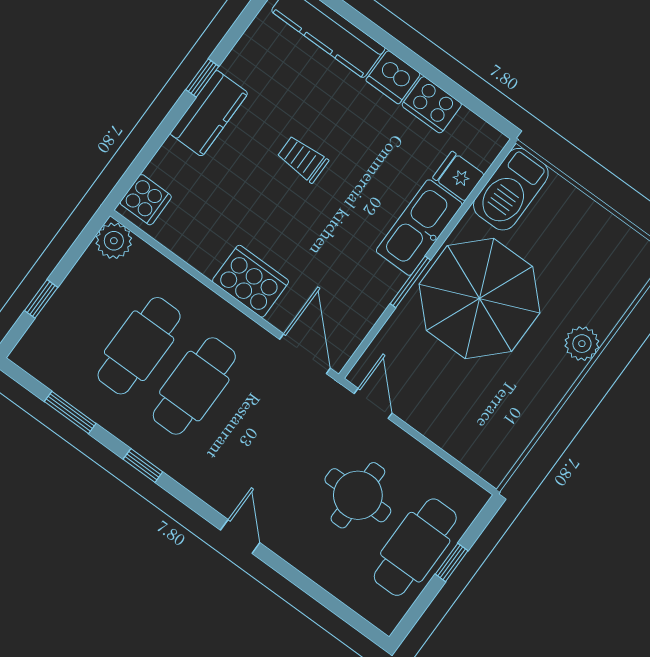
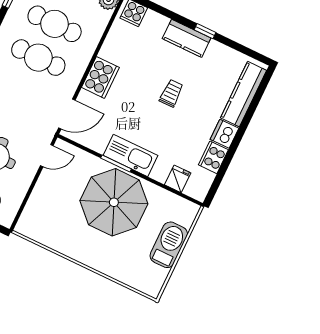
barbecue: (511, 189) -> (169, 245), moved, turned 90
kitchen sink: (419, 228) -> (131, 155), moved
plant: (582, 344) -> (100, 262), removed

